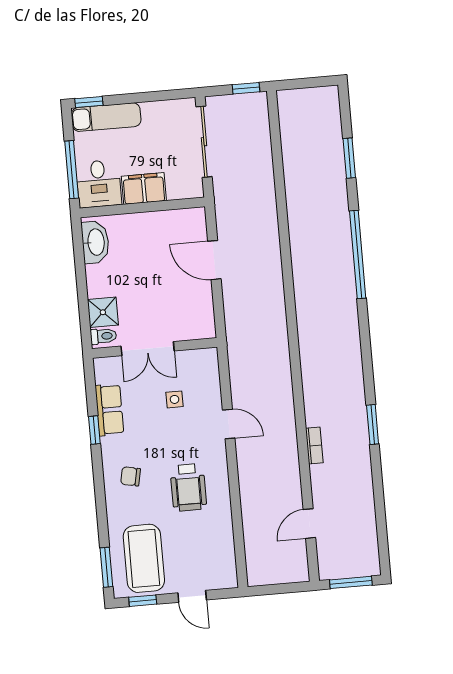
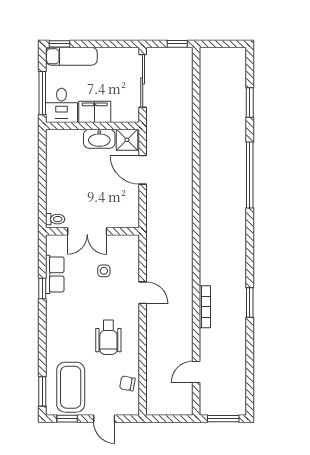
washbasin: (95, 242) -> (99, 139), moved, turned 90
shower: (103, 312) -> (127, 140), moved
bookcase: (314, 445) -> (205, 307), width x1.56
chair: (131, 476) -> (127, 383), moved

